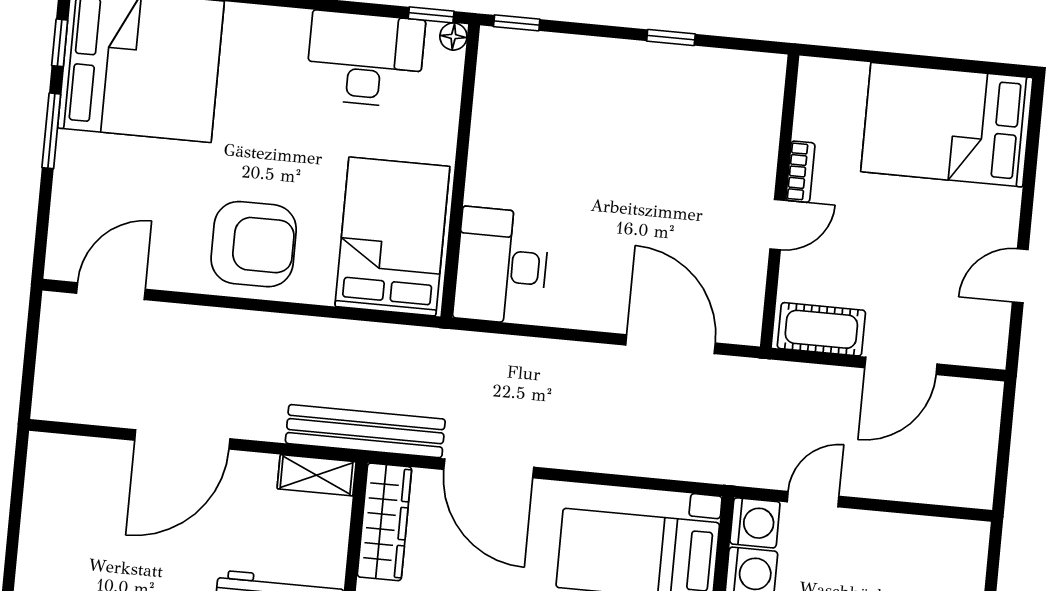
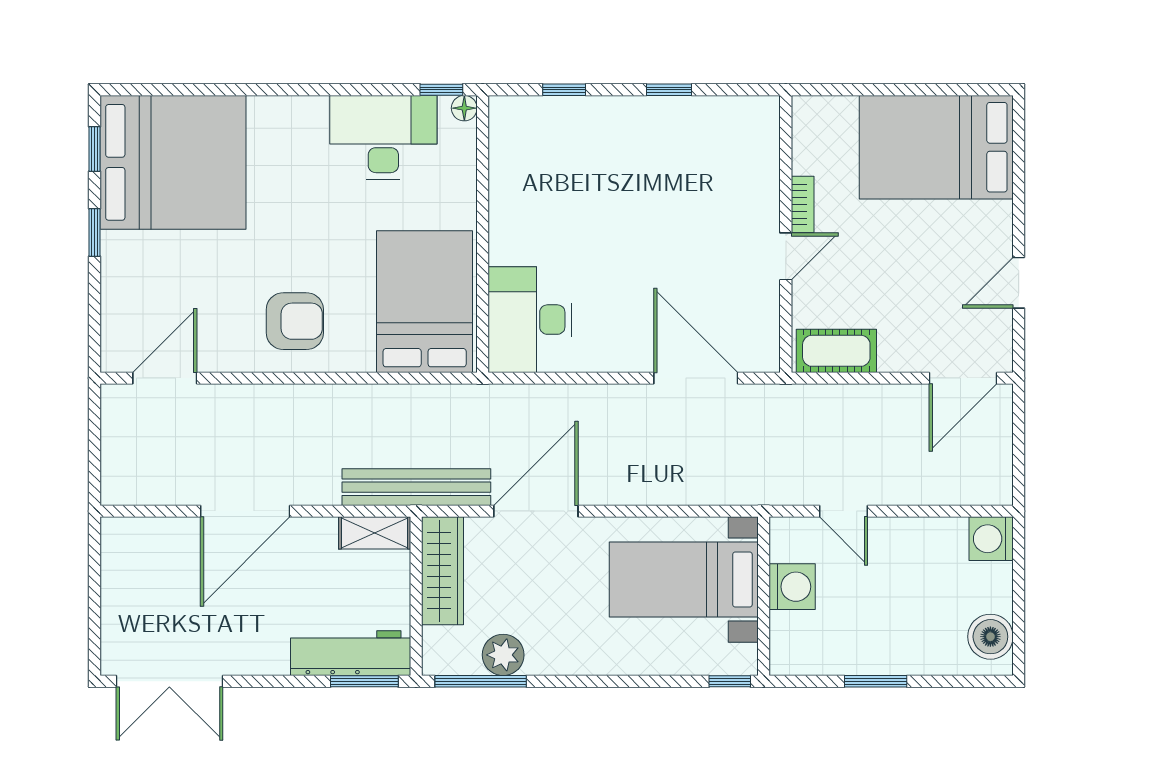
window: (517, 23) -> (564, 90), moved
window: (51, 131) -> (94, 233), width x0.67
armchair: (254, 244) -> (295, 321), width x0.73, depth x0.73
door: (901, 366) -> (963, 378), moved
door: (489, 468) -> (536, 511), swing flipped
door: (813, 499) -> (844, 511), swing flipped
washing machine: (755, 523) -> (991, 539), moved, turned 180

